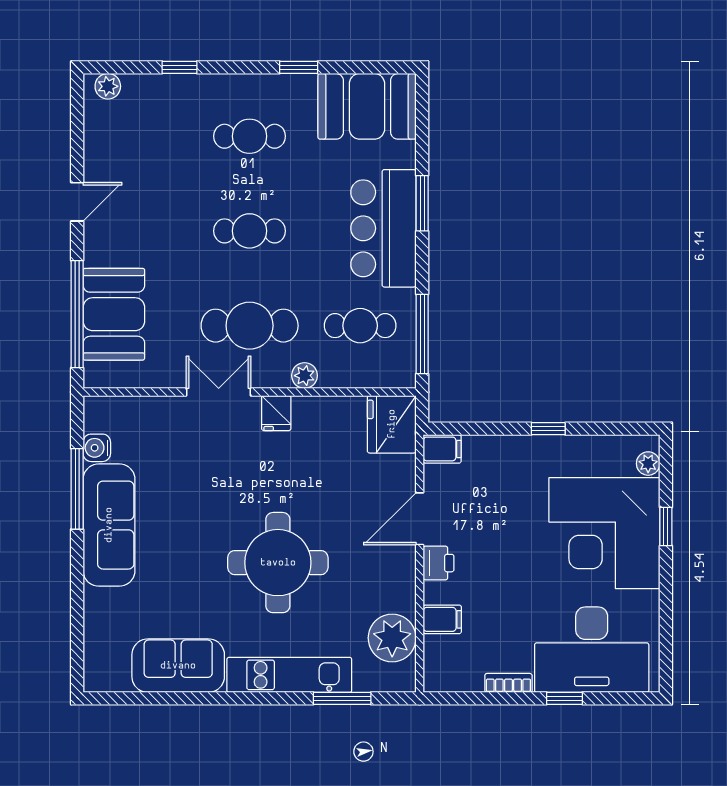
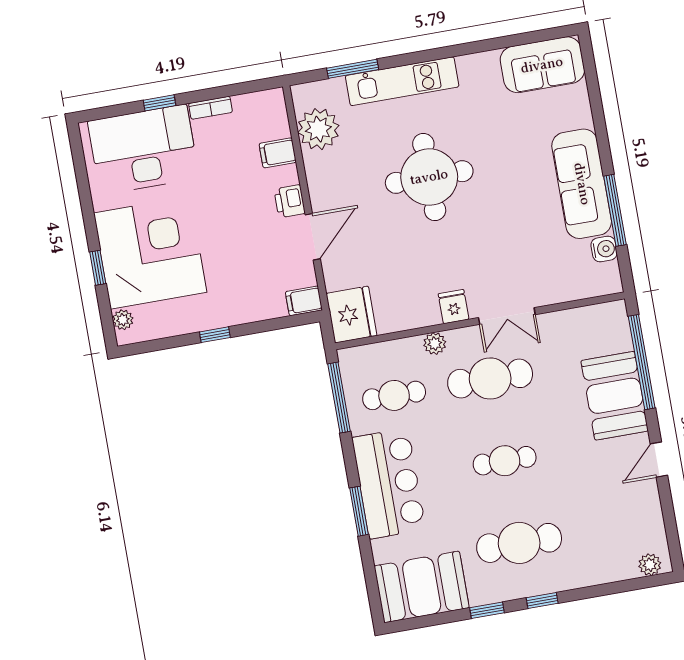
window: (179, 67) -> (542, 600), moved
cafe table: (250, 136) -> (519, 543), width x1.37, depth x1.35
booth: (114, 314) -> (615, 396), moved
sofa: (178, 666) -> (542, 65), moved

